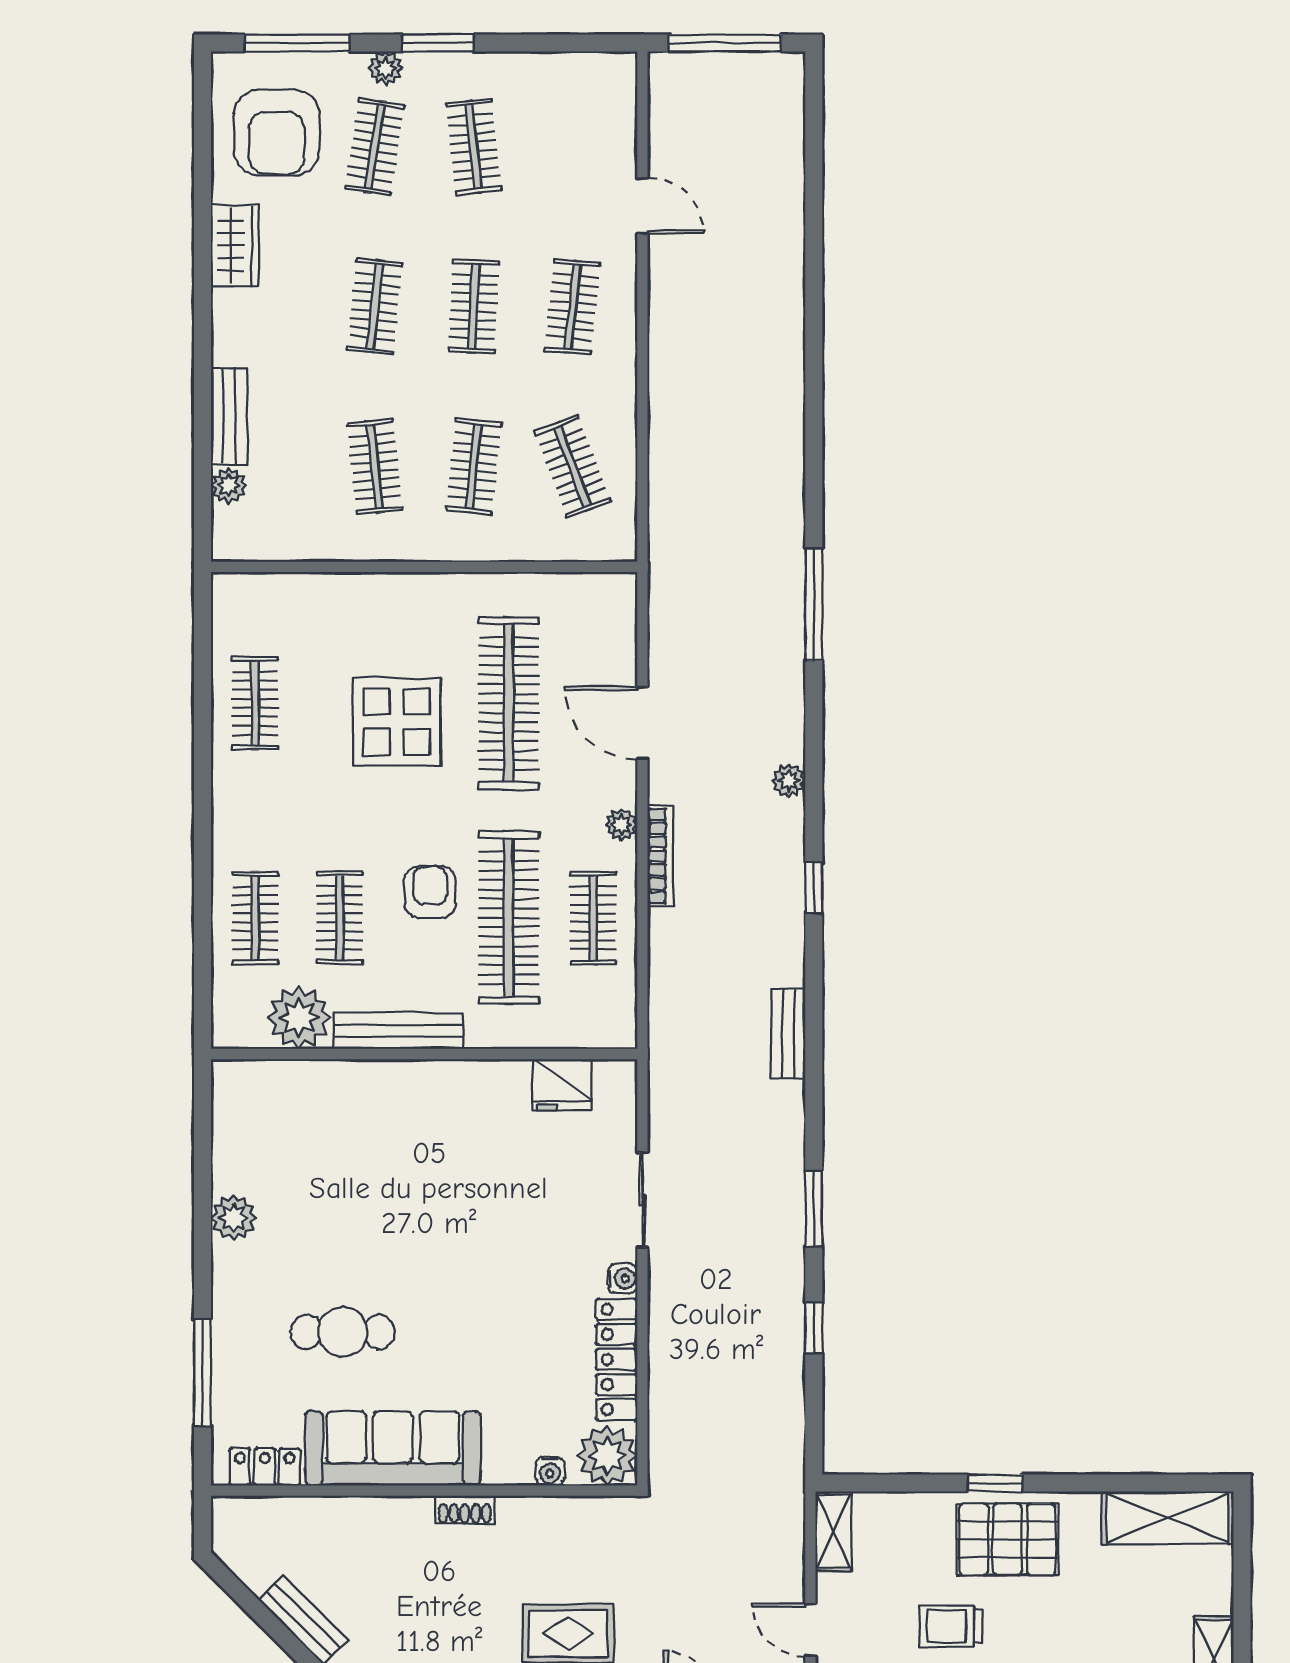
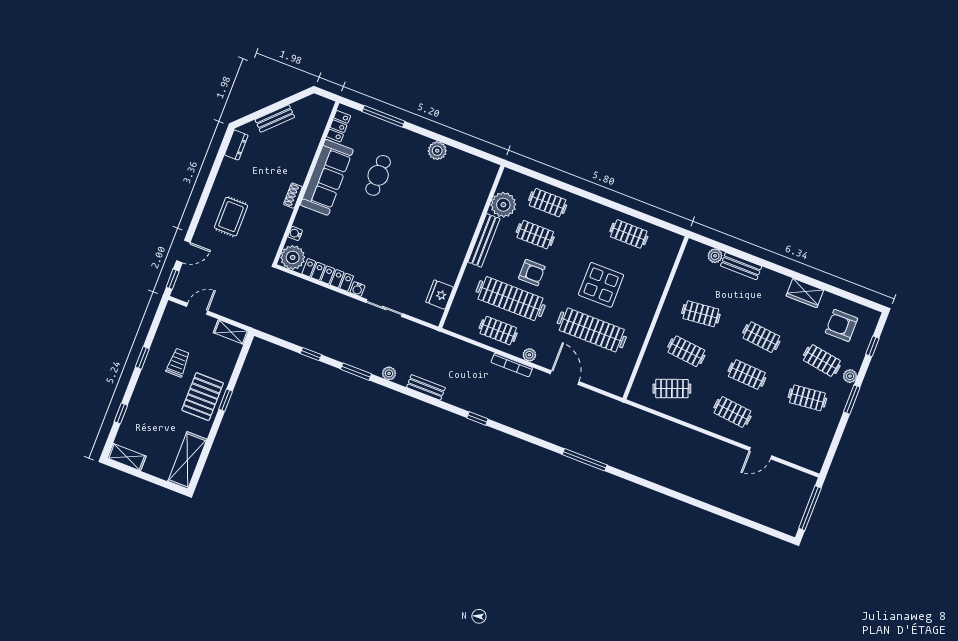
window: (297, 43) -> (872, 346), width x0.46
armchair: (277, 133) -> (841, 325), width x0.73, depth x0.73
door: (642, 723) -> (565, 378), hinge flipped
plant: (789, 781) -> (389, 373), moved

